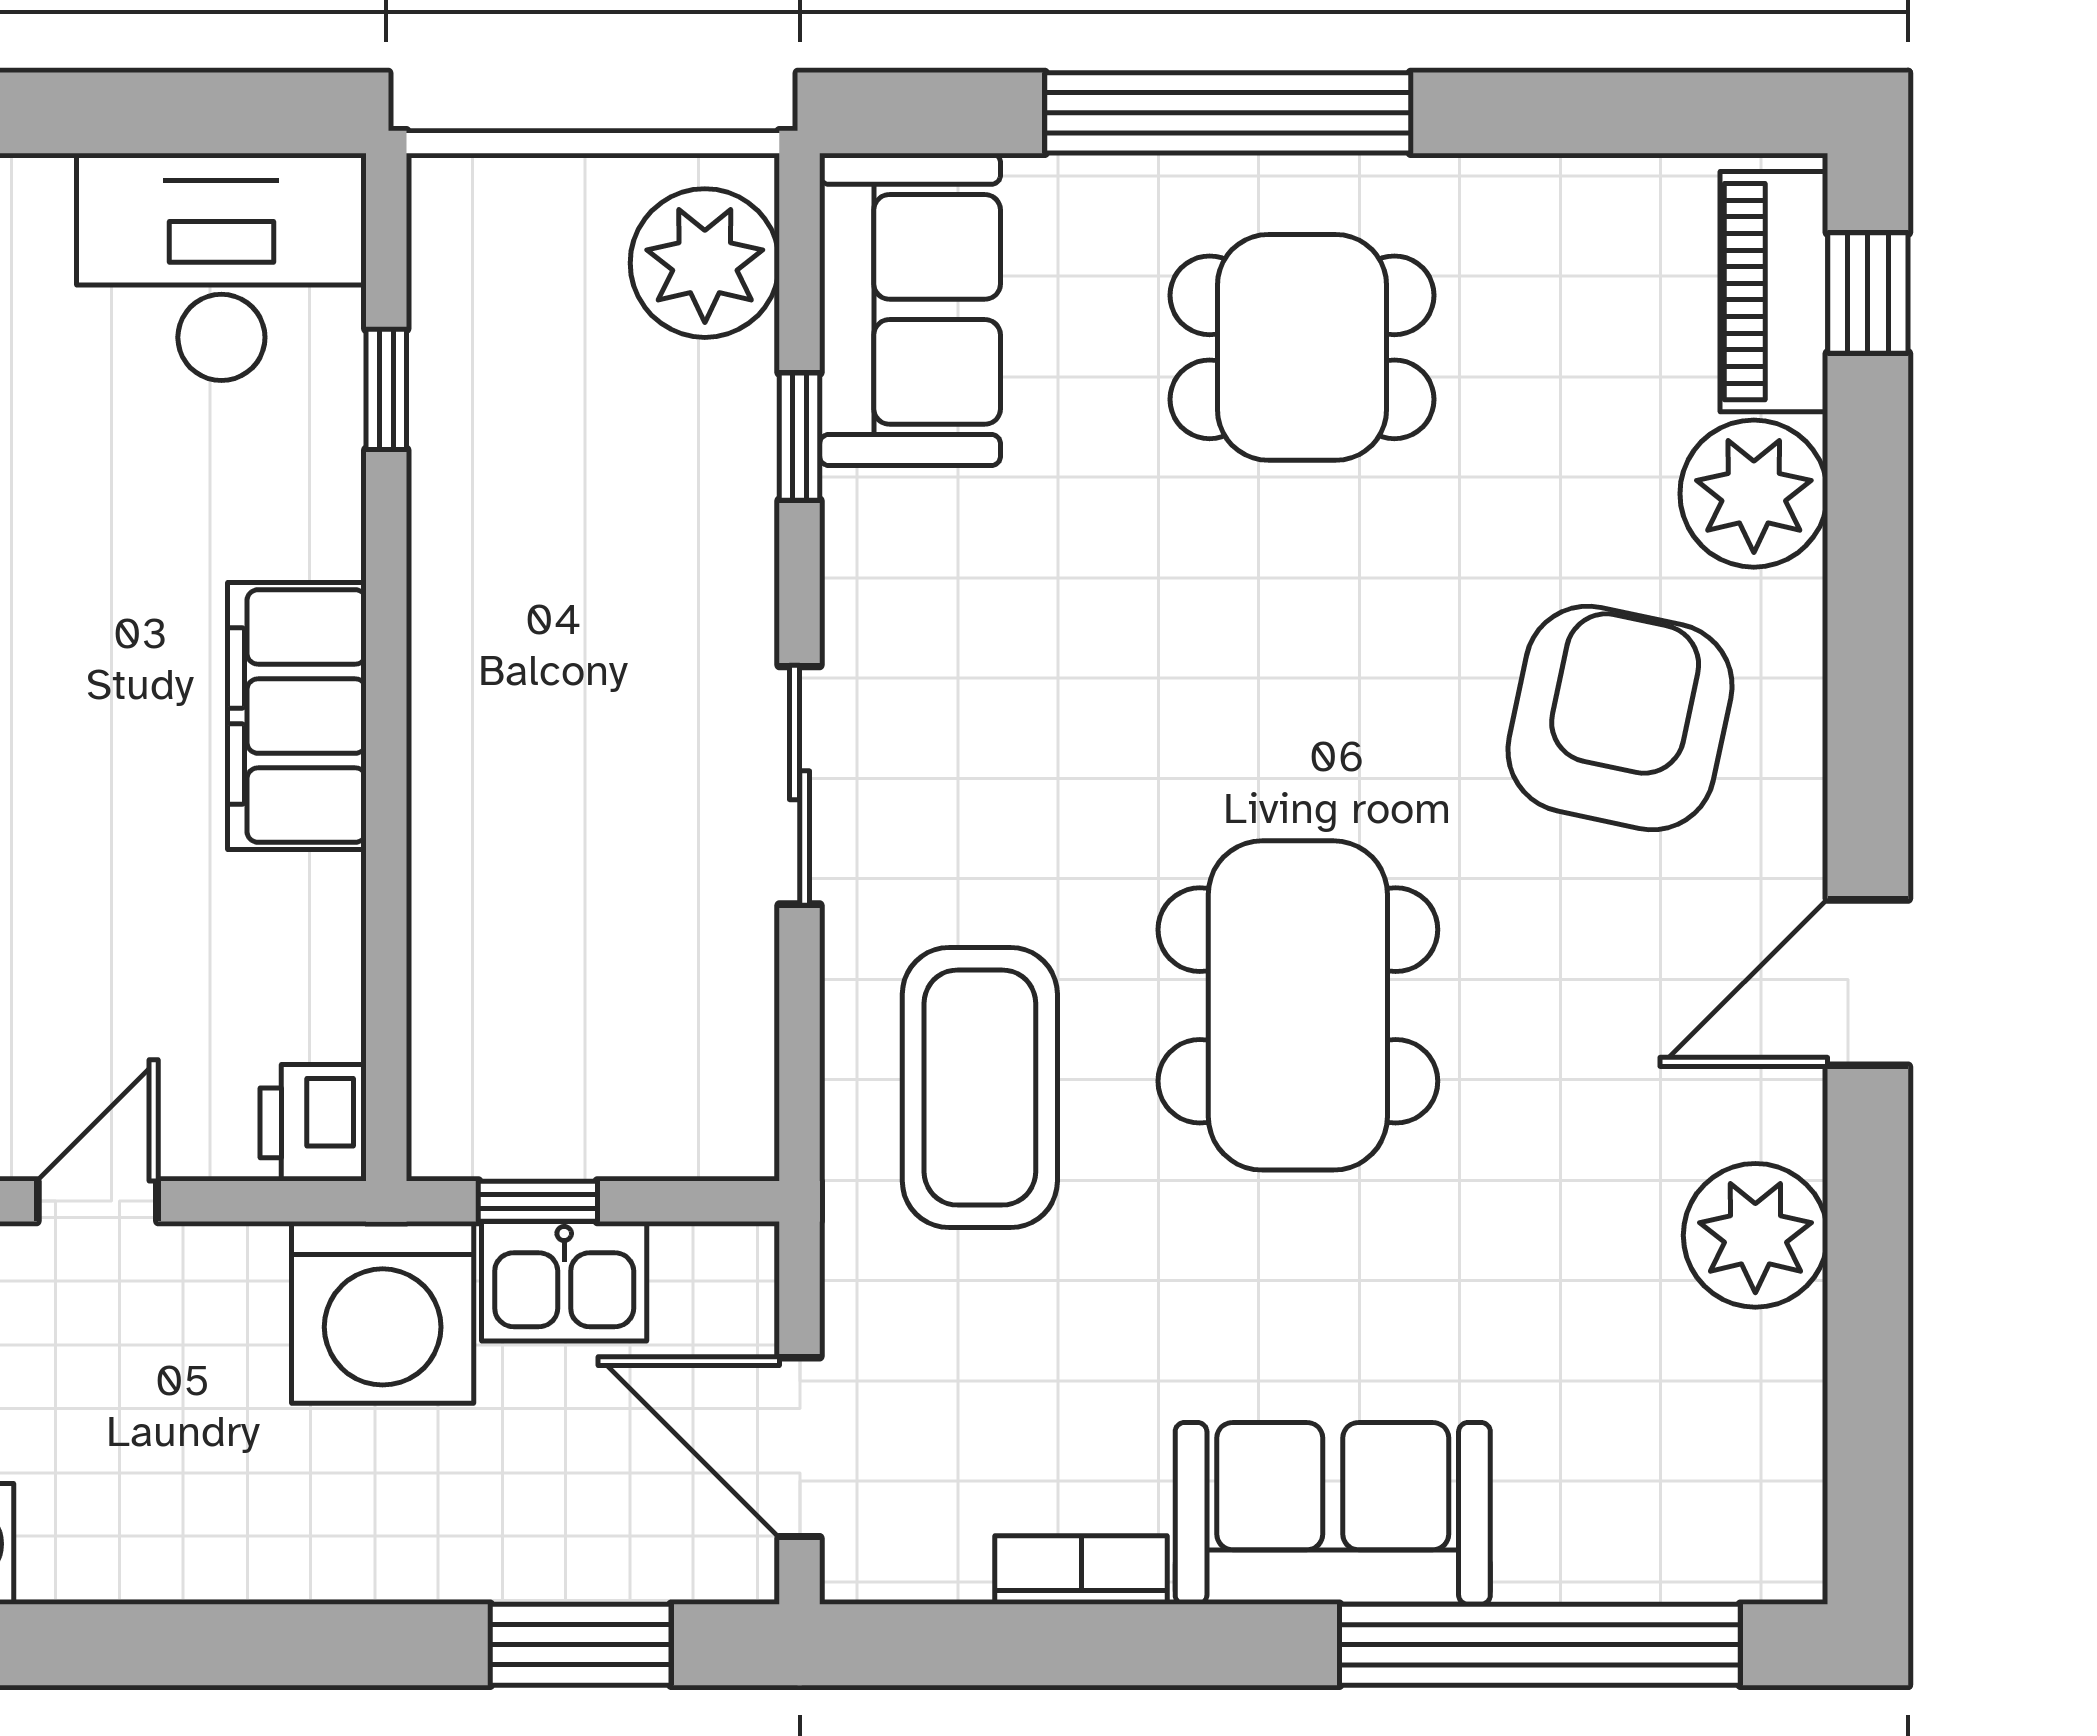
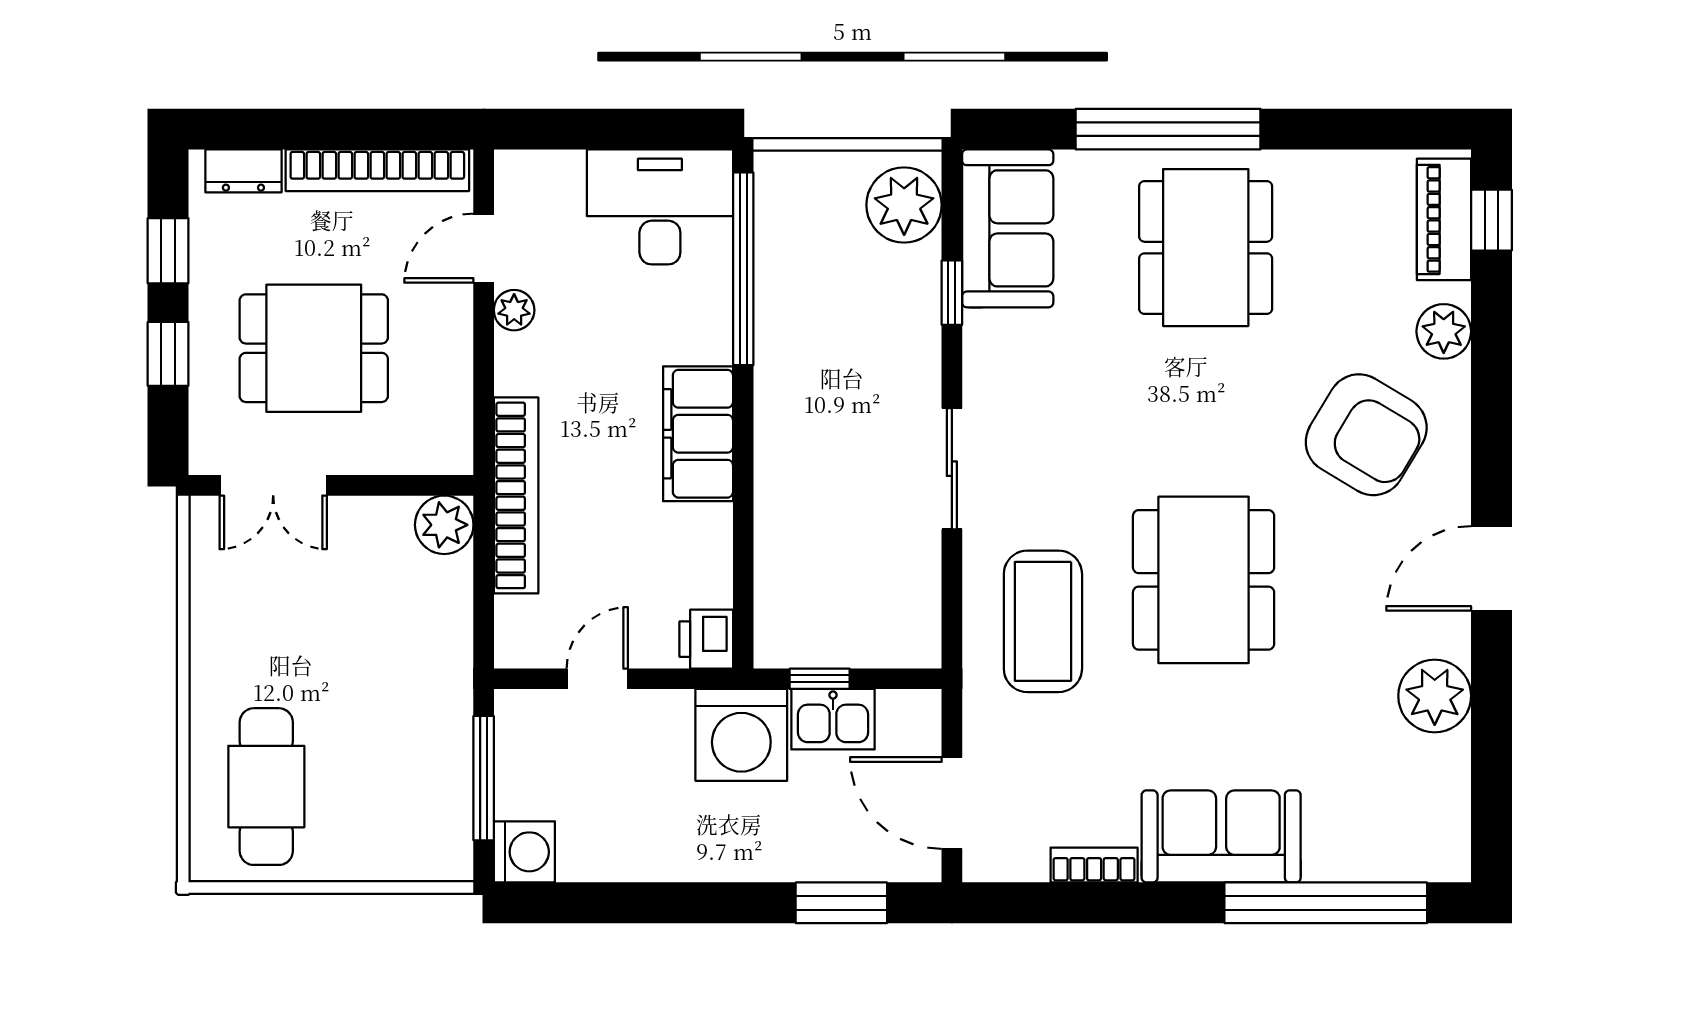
dining table: (1302, 347) -> (1206, 248), width x1.38
window: (386, 389) -> (743, 269), width x3.17
plant: (1754, 494) -> (1444, 331), width x0.73, depth x0.73
armchair: (1620, 718) -> (1366, 435), turned 109

